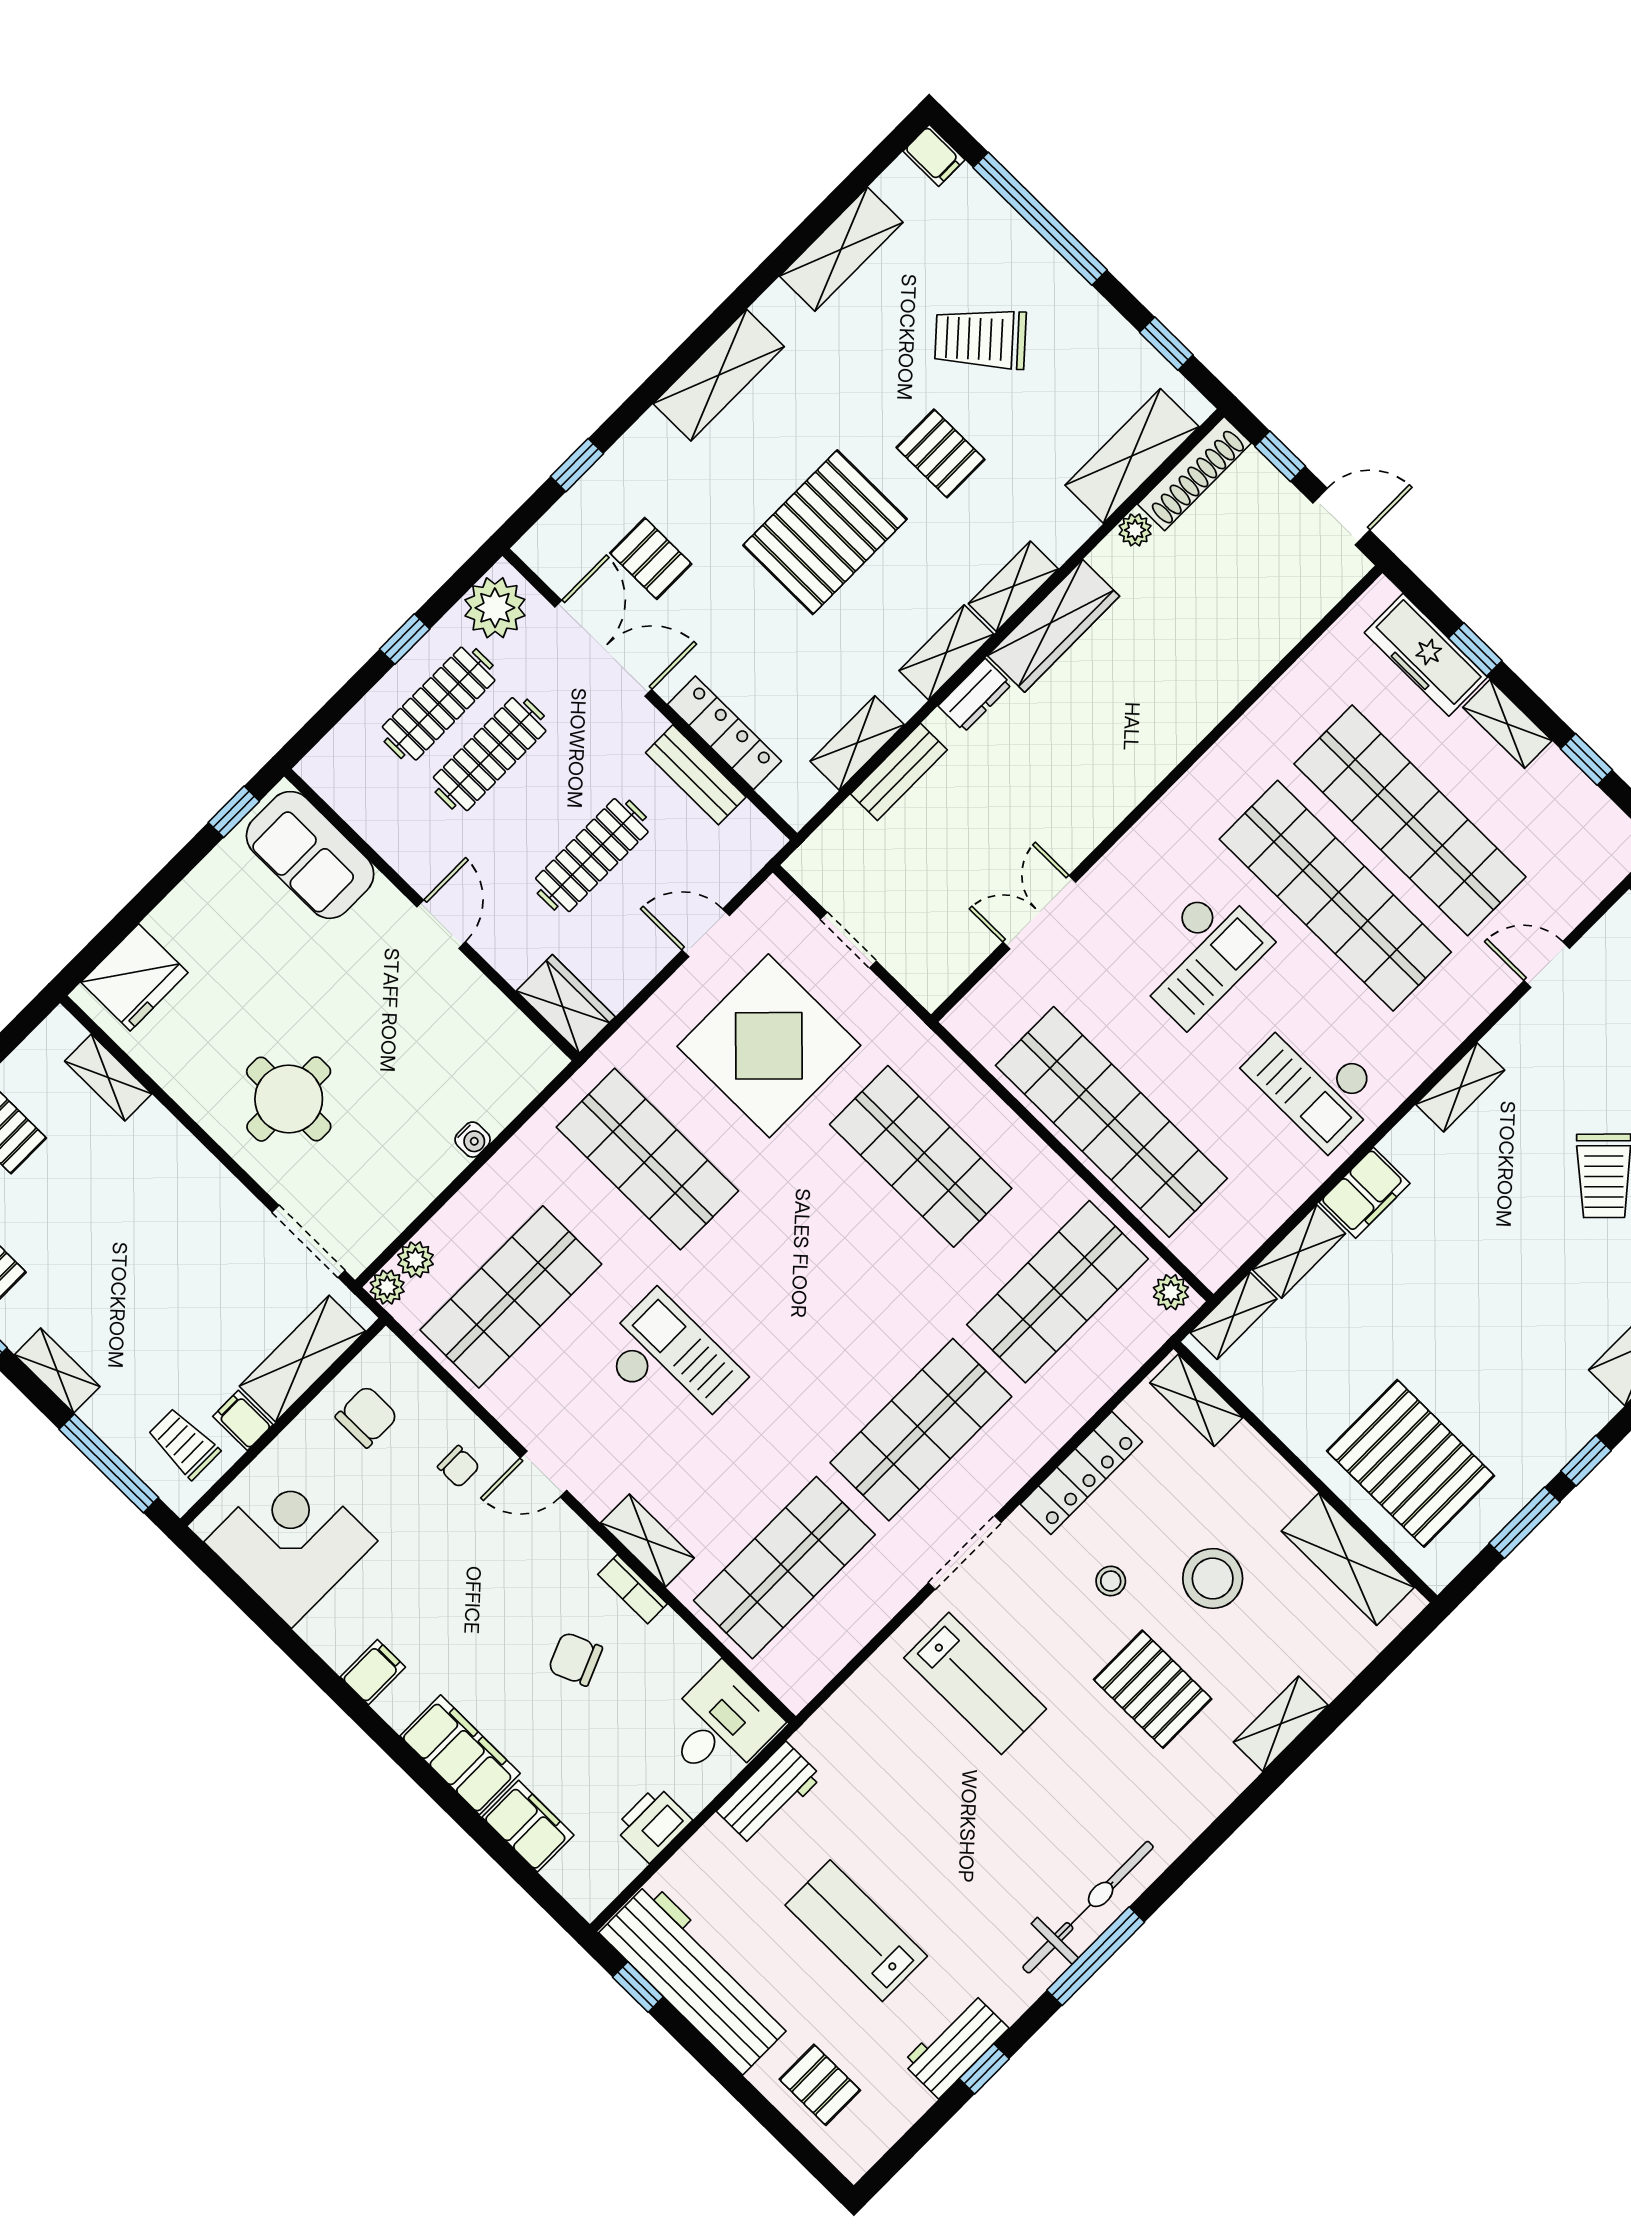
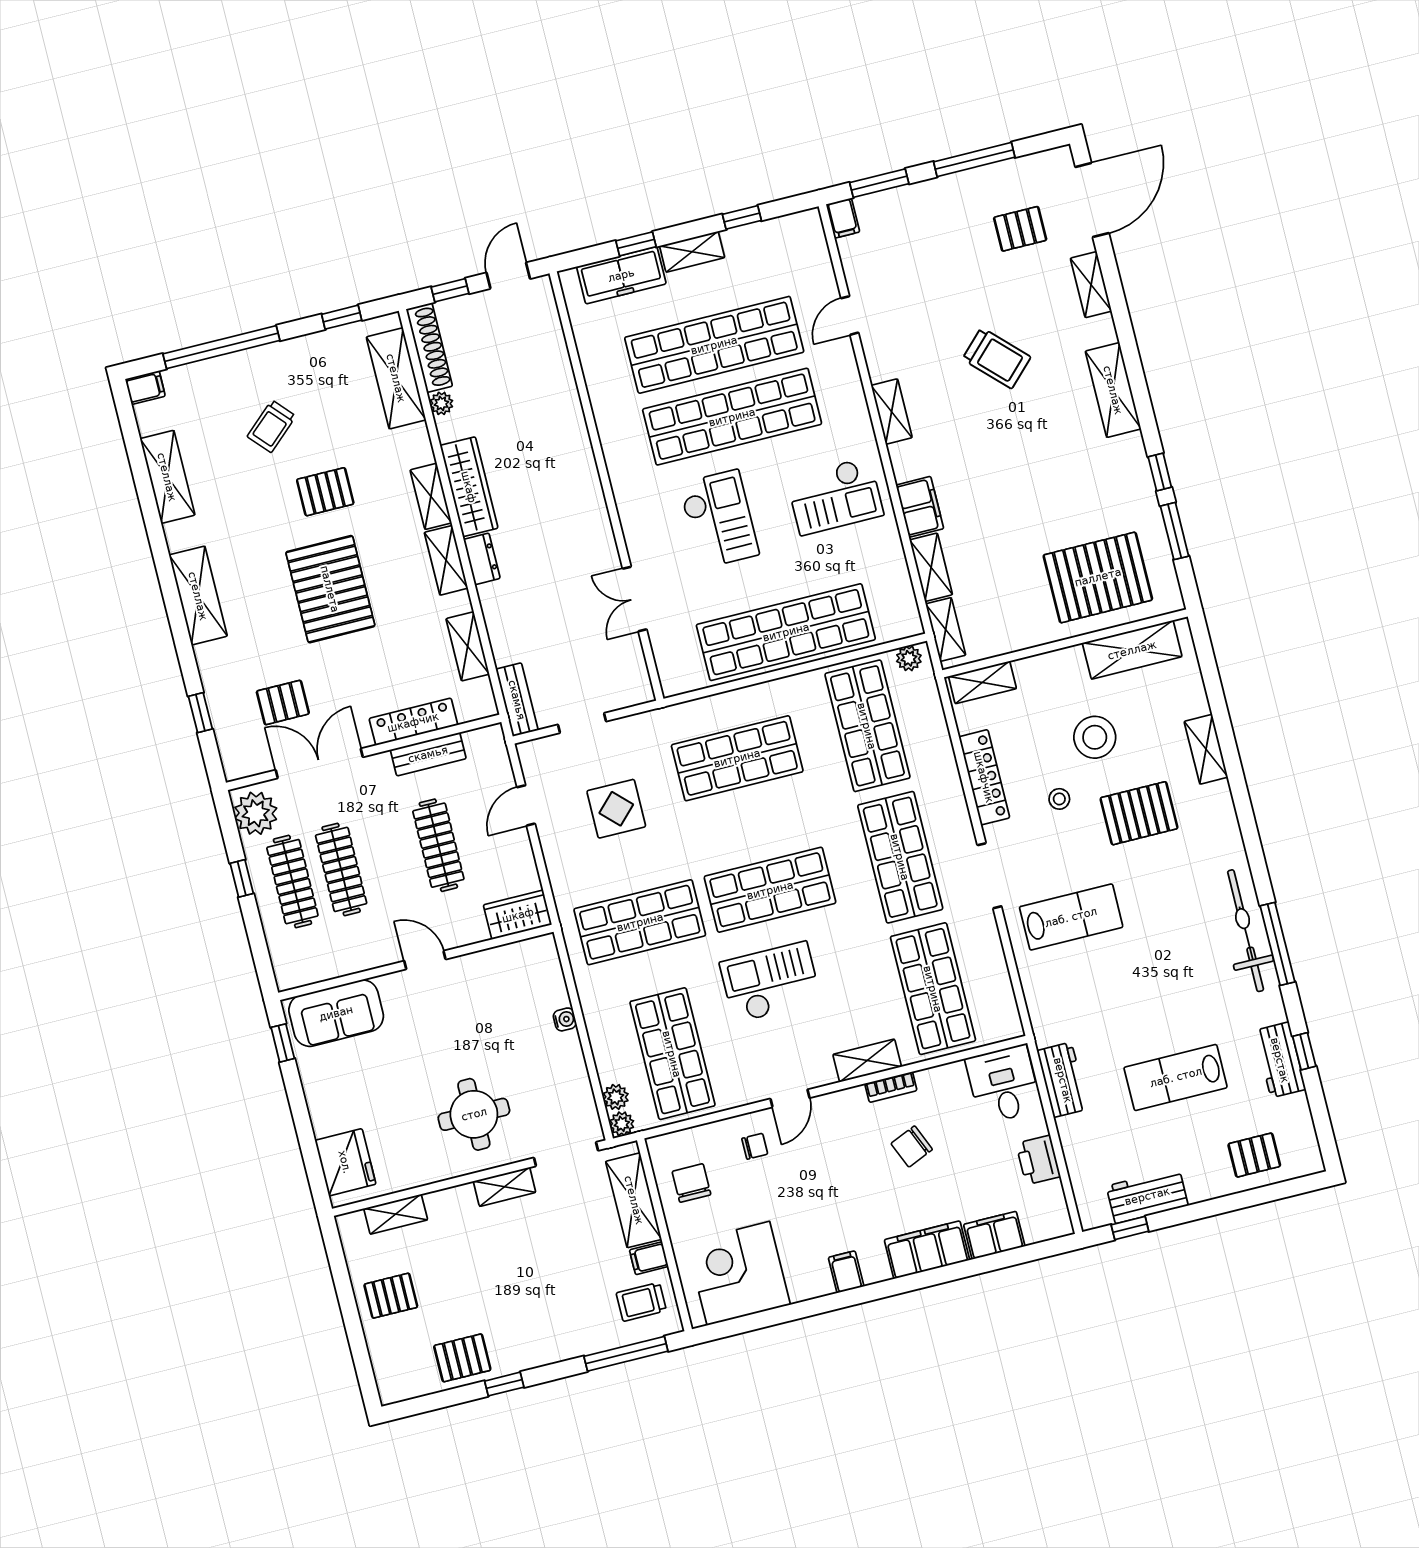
trolley: (980, 339) -> (271, 426), width x0.73, depth x0.72
bench: (899, 772) -> (517, 700), moved
display table: (769, 1046) -> (616, 809), width x0.54, depth x0.54
shop shelf: (784, 1294) -> (770, 890), added
shelving: (57, 1371) -> (504, 1187), moved
workbench: (697, 1978) -> (1147, 1196), width x0.53, depth x0.76

